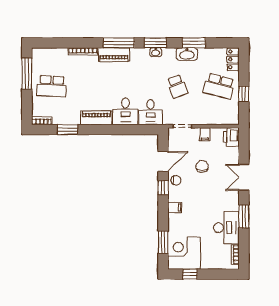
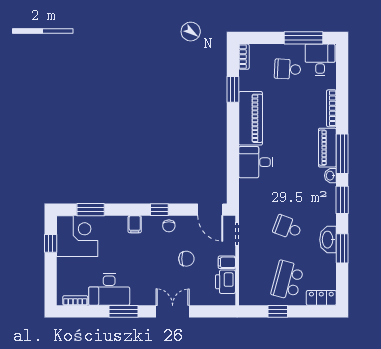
washbasin: (156, 52) -> (330, 176), moved
school desk: (52, 86) -> (288, 69), width x0.54
school desk: (177, 86) -> (288, 227), turned 42
desk: (151, 112) -> (320, 60), moved, turned 90
piano: (96, 118) -> (251, 118), width x1.37, depth x1.33
printer: (231, 137) -> (225, 282), moved, turned -90
door: (163, 161) -> (210, 210), moved

